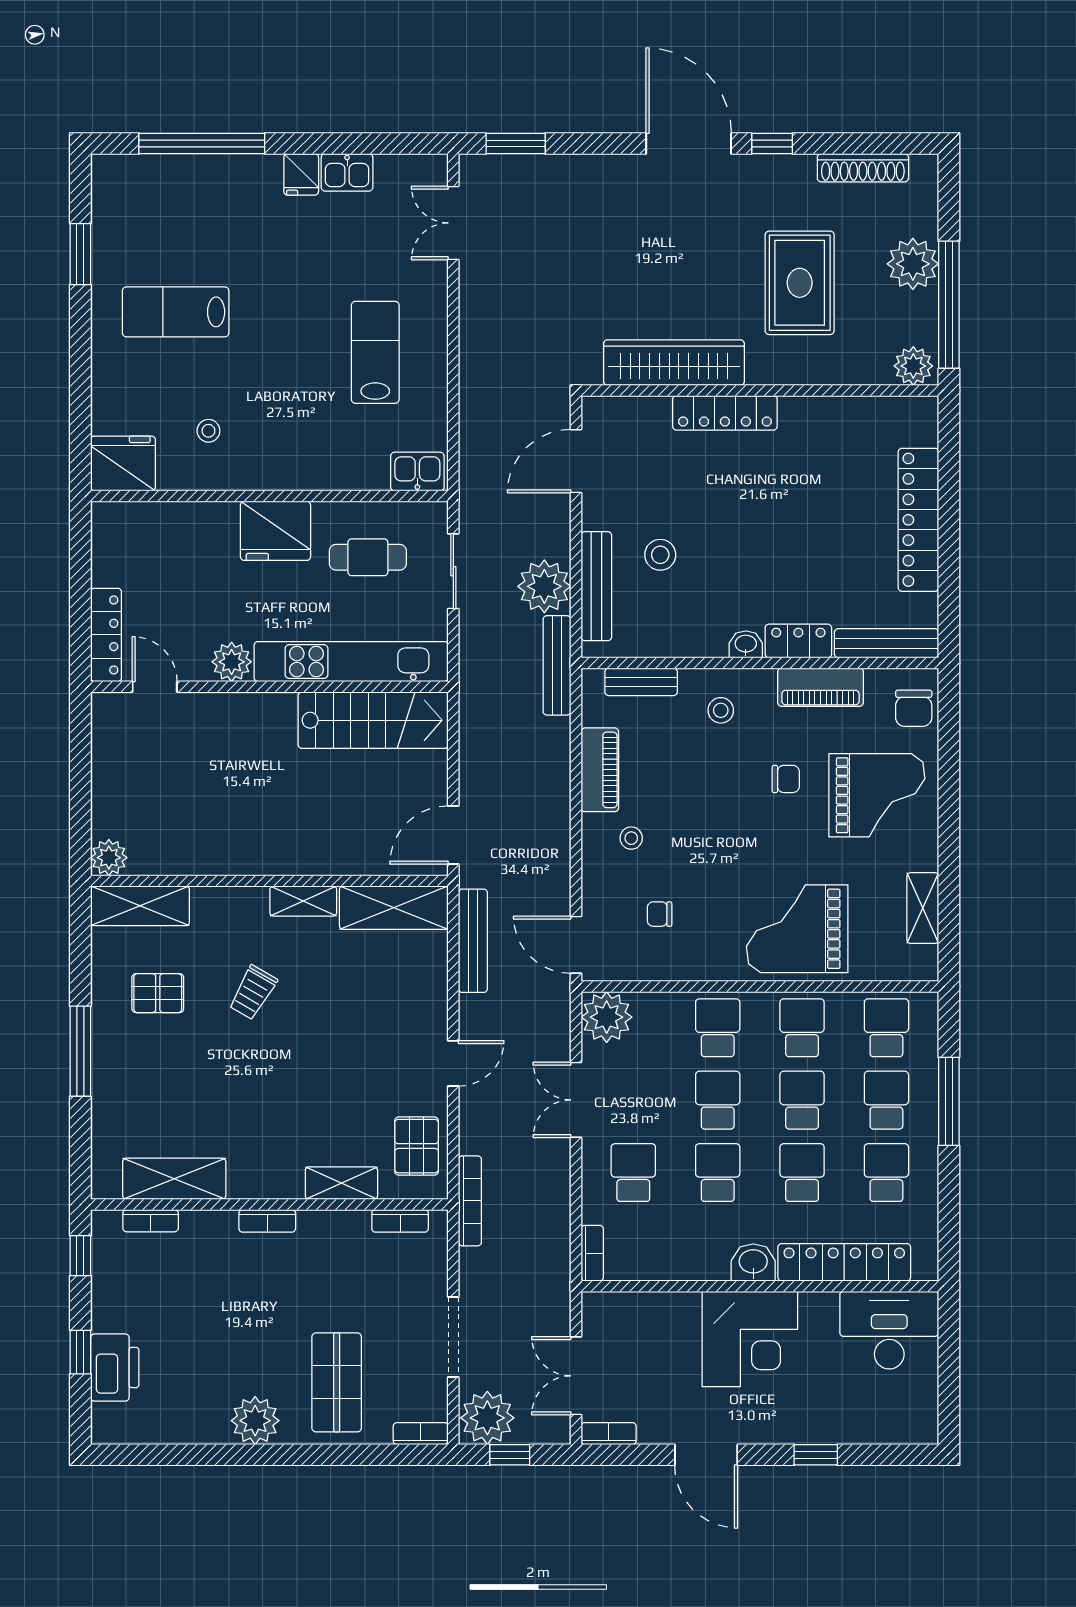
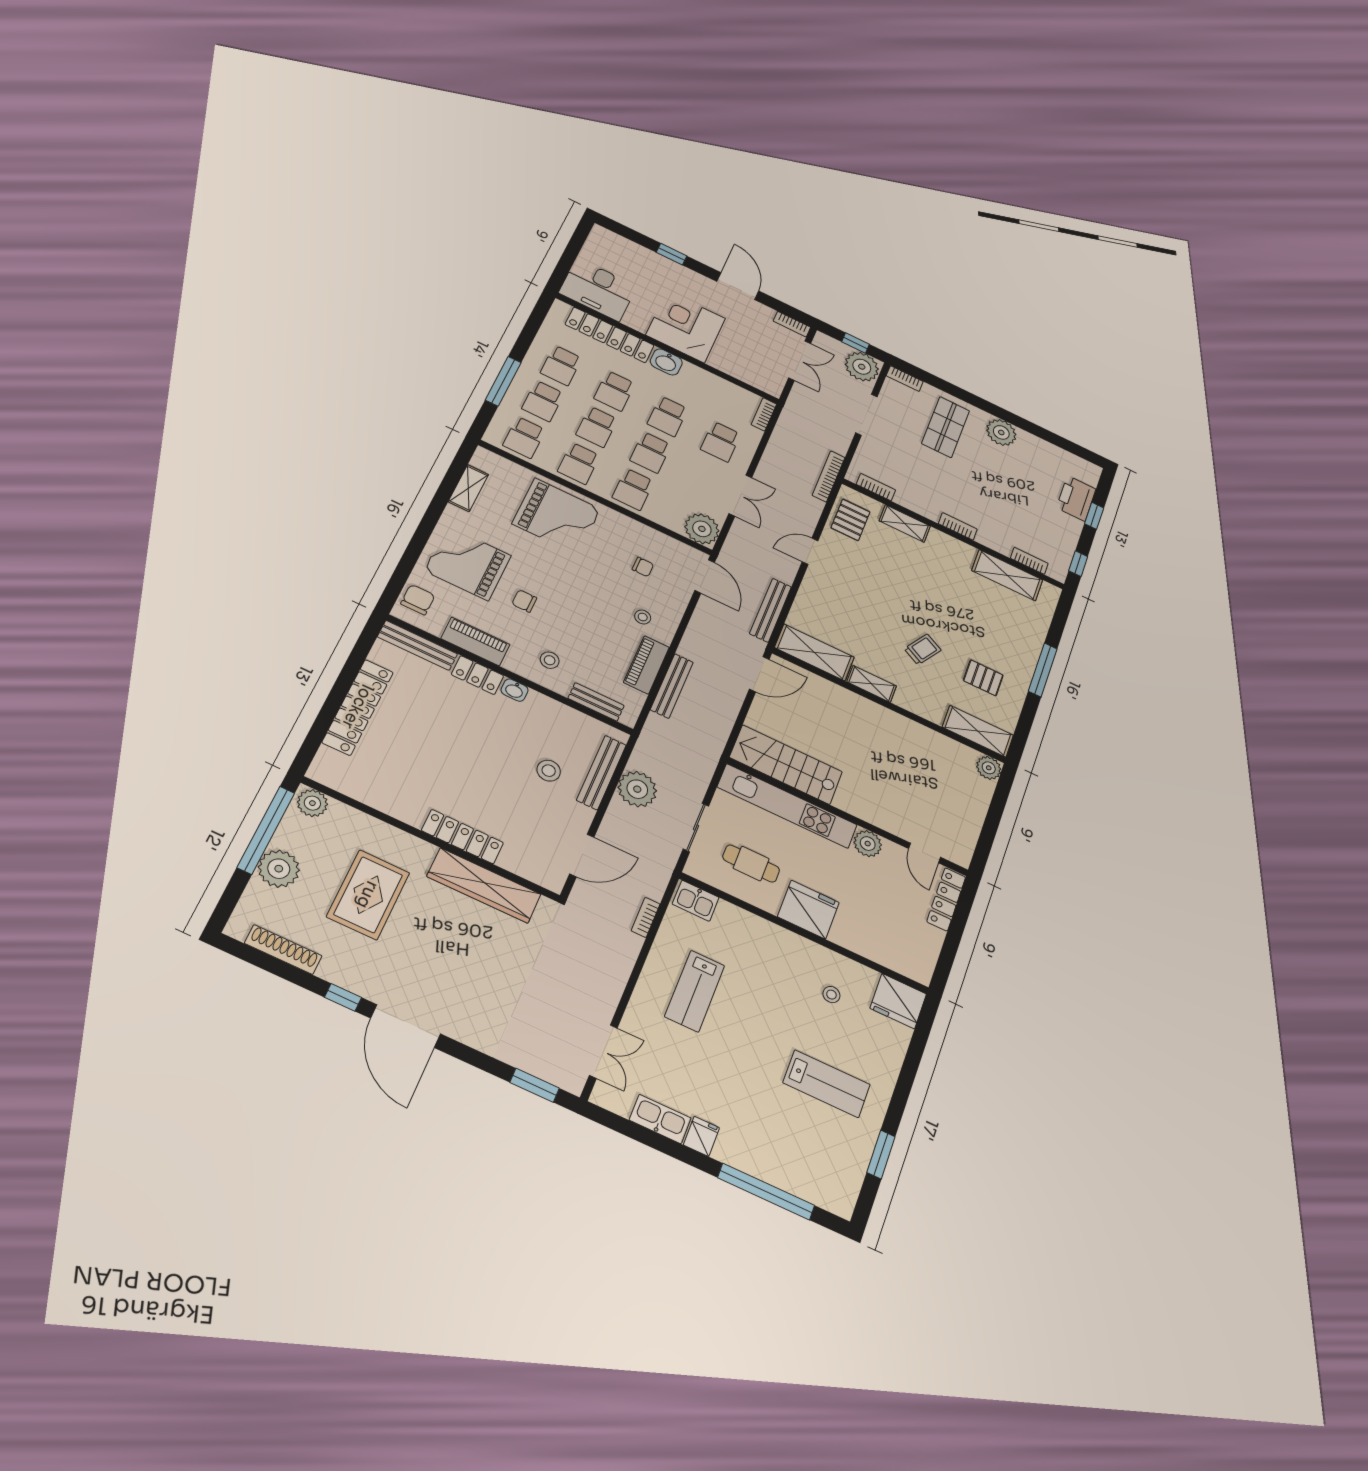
kitchen sink: (347, 172) -> (660, 1119), width x1.38
bookcase: (469, 419) -> (646, 917), added
bench: (557, 665) -> (672, 686), moved

